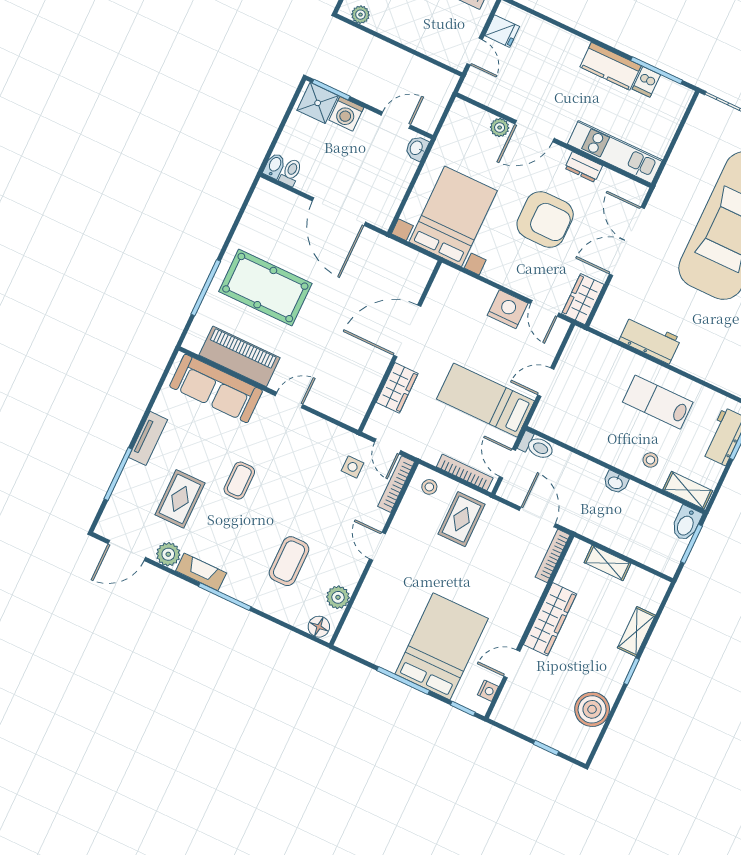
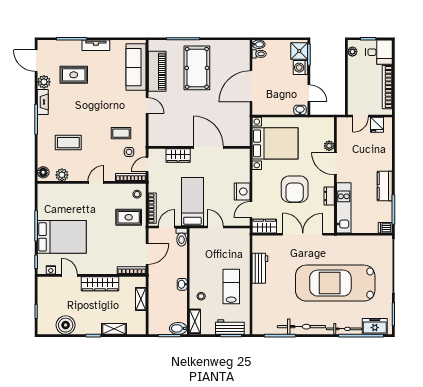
dishwasher: (646, 82) -> (385, 228), moved
coffee table: (239, 481) -> (121, 133), moved

